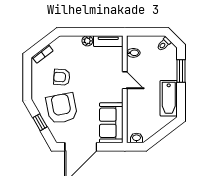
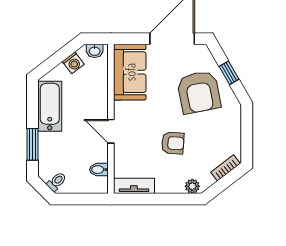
plant: (87, 41) -> (192, 186), moved
armchair: (62, 77) -> (173, 143), moved
washing machine: (152, 129) -> (73, 63), added

